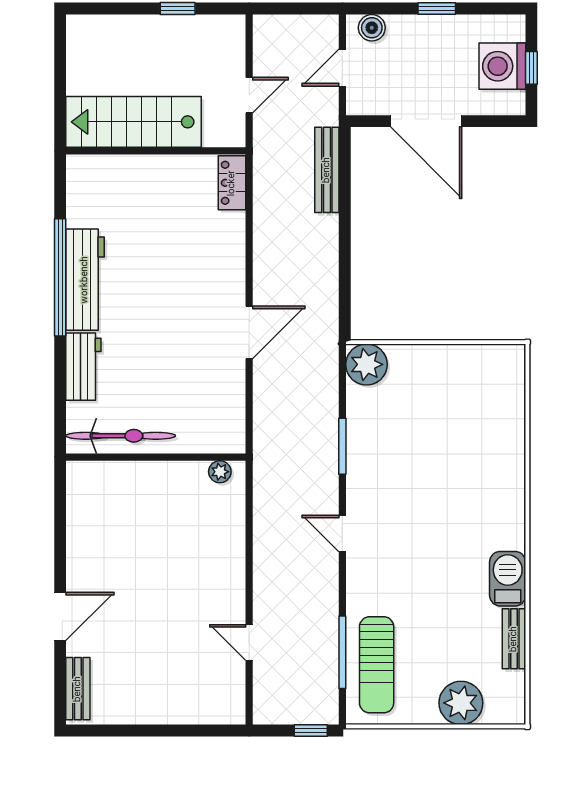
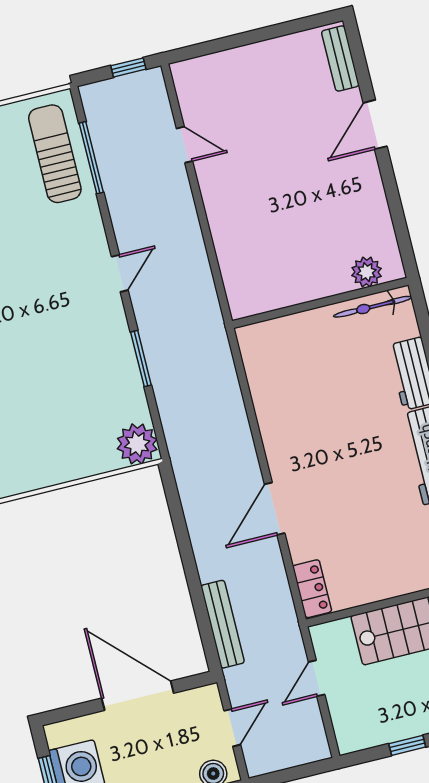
door: (249, 332) -> (275, 509), moved
bicycle: (121, 436) -> (373, 307), width x0.73, depth x0.71
plant: (220, 472) -> (367, 272), moved, width x1.38, depth x1.38
door: (342, 534) -> (120, 273), hinge flipped
window: (311, 731) -> (128, 67), moved

